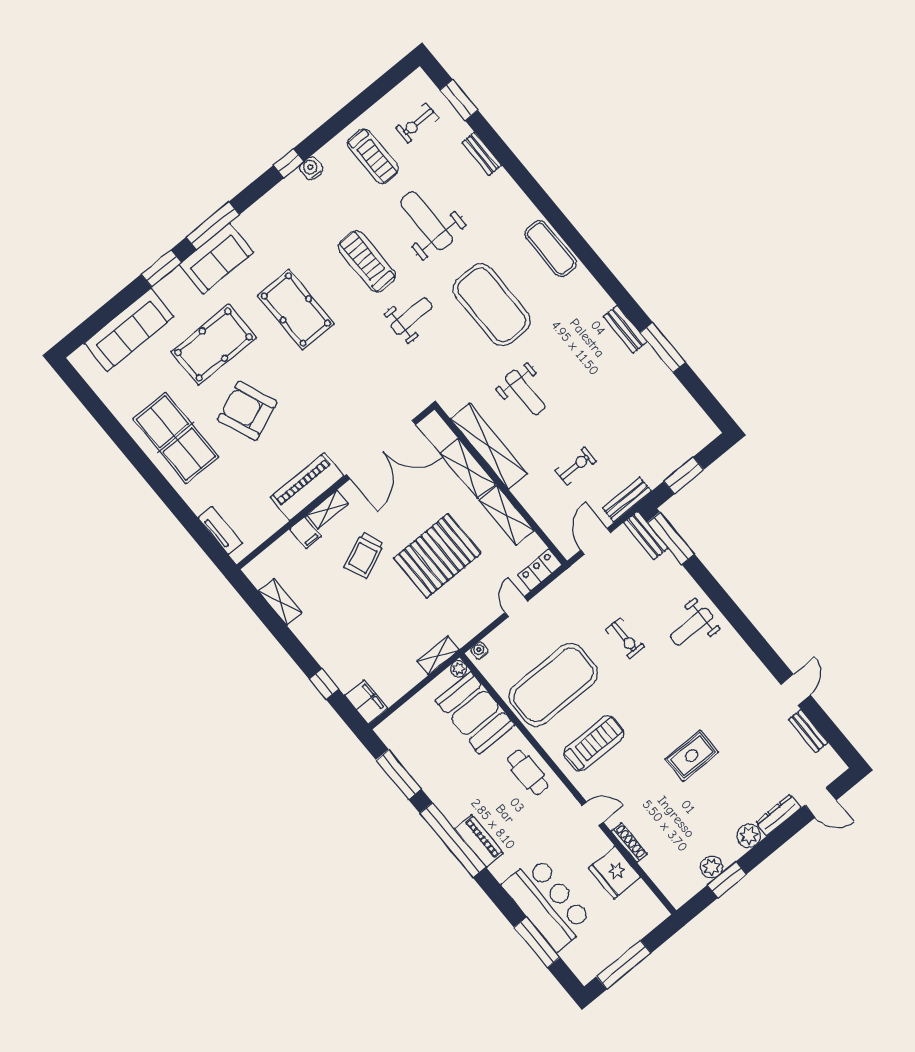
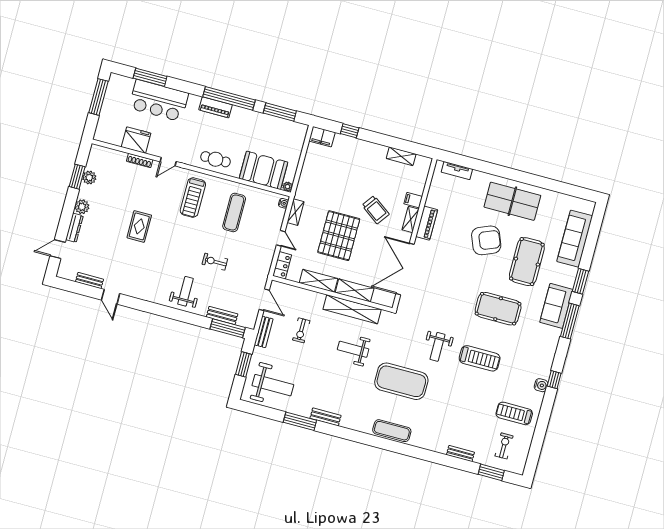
weight bench: (426, 221) -> (273, 385), moved
piano: (307, 487) -> (427, 223), width x0.73, depth x0.75
bench: (646, 535) -> (222, 315), moved
trolley: (364, 555) -> (376, 210), turned 149
shelving: (438, 655) -> (296, 212), moved
exercise mat: (553, 685) -> (234, 212), width x0.50, depth x0.69

